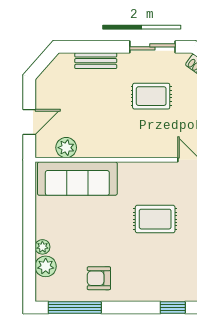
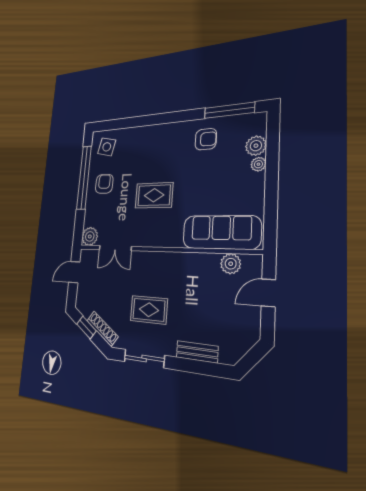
window: (173, 308) -> (146, 121), removed

